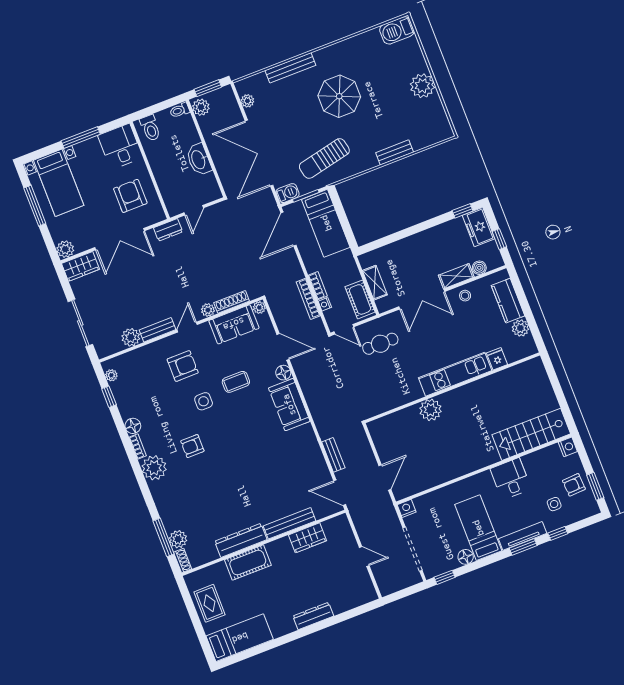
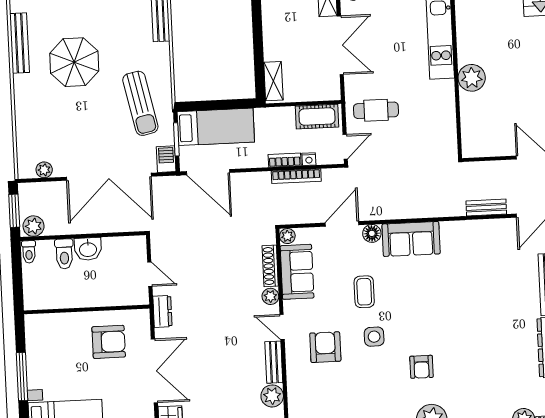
bench: (290, 68) -> (20, 43), moved
toilet: (150, 128) -> (64, 254), moved, turned 90
desk: (120, 146) -> (48, 334), removed
washbasin: (199, 160) -> (88, 249), width x0.72
armchair: (130, 196) -> (109, 342), turned 180
shelving: (375, 283) -> (273, 81), moved, turned 90
cafe table: (380, 344) -> (376, 110), turned 90

